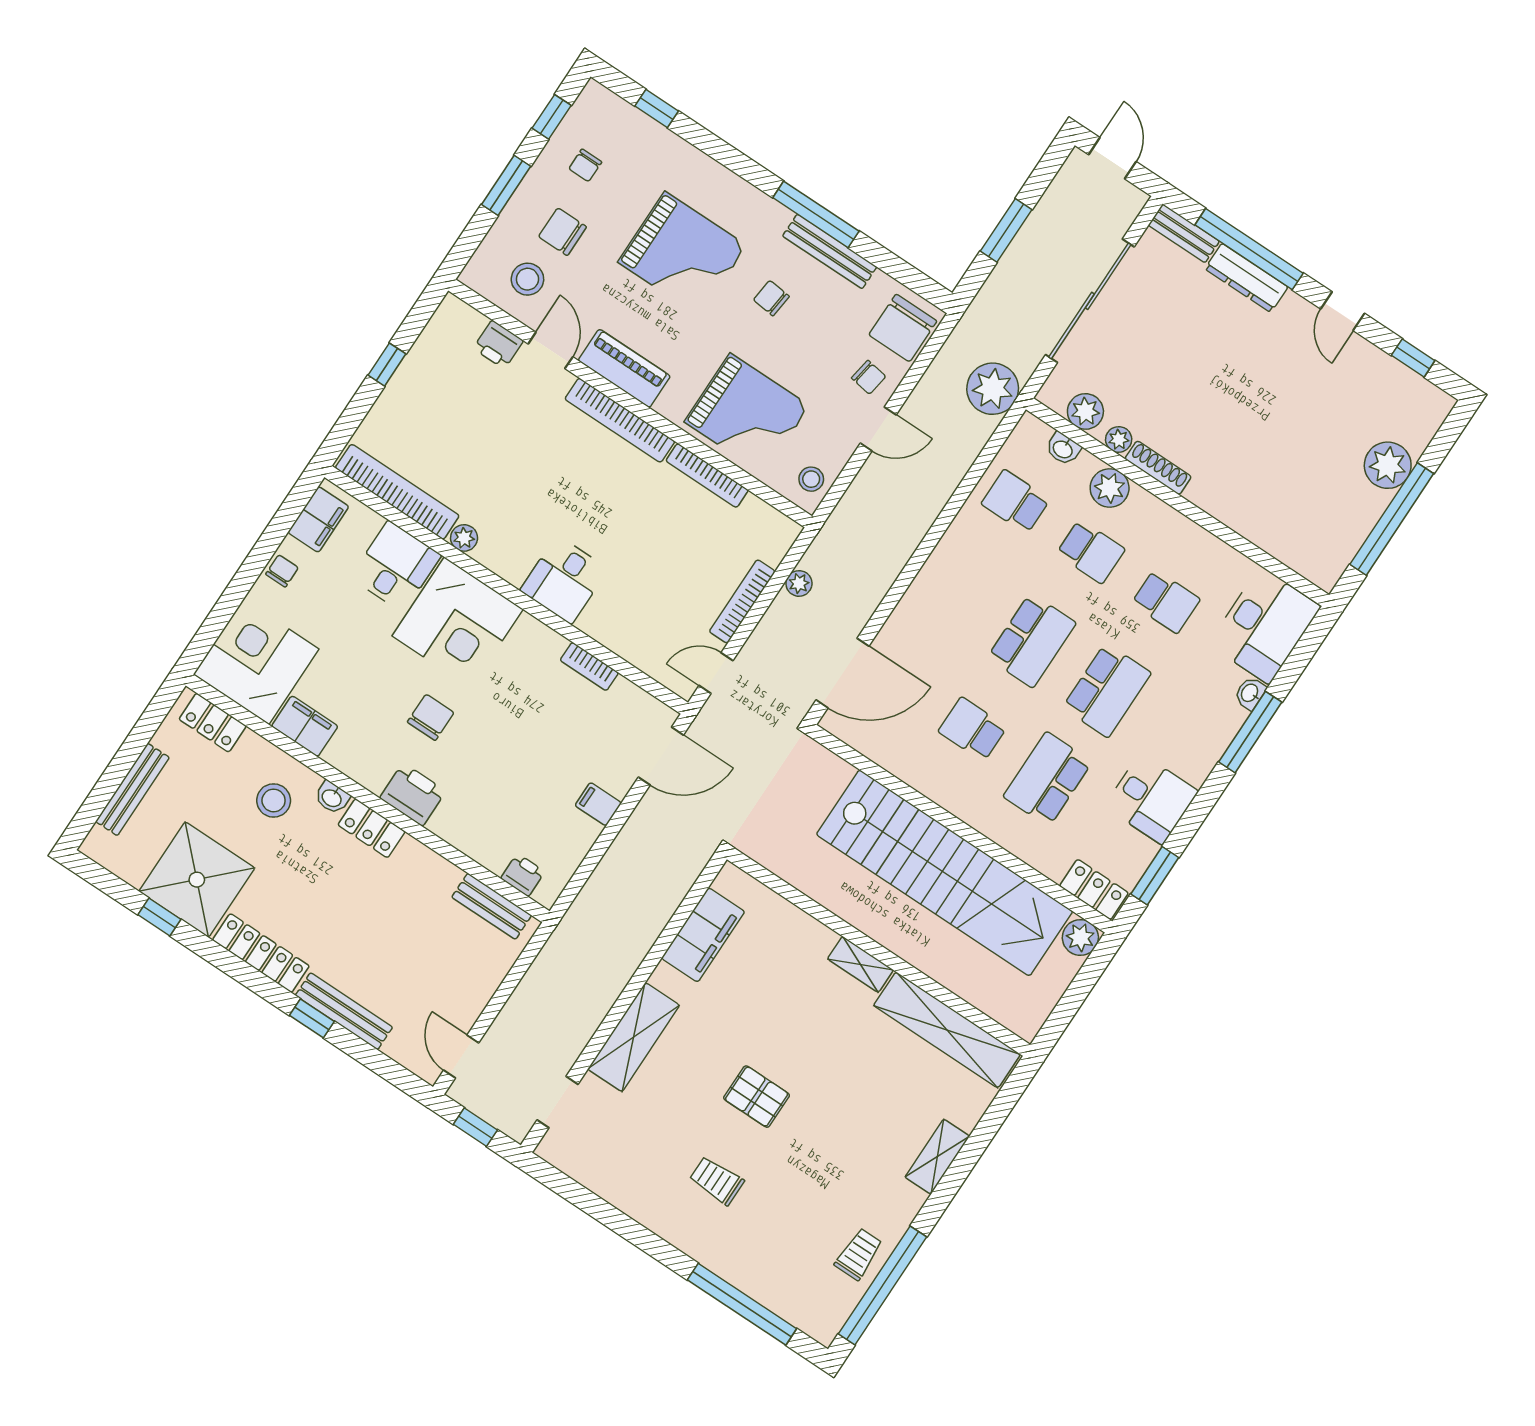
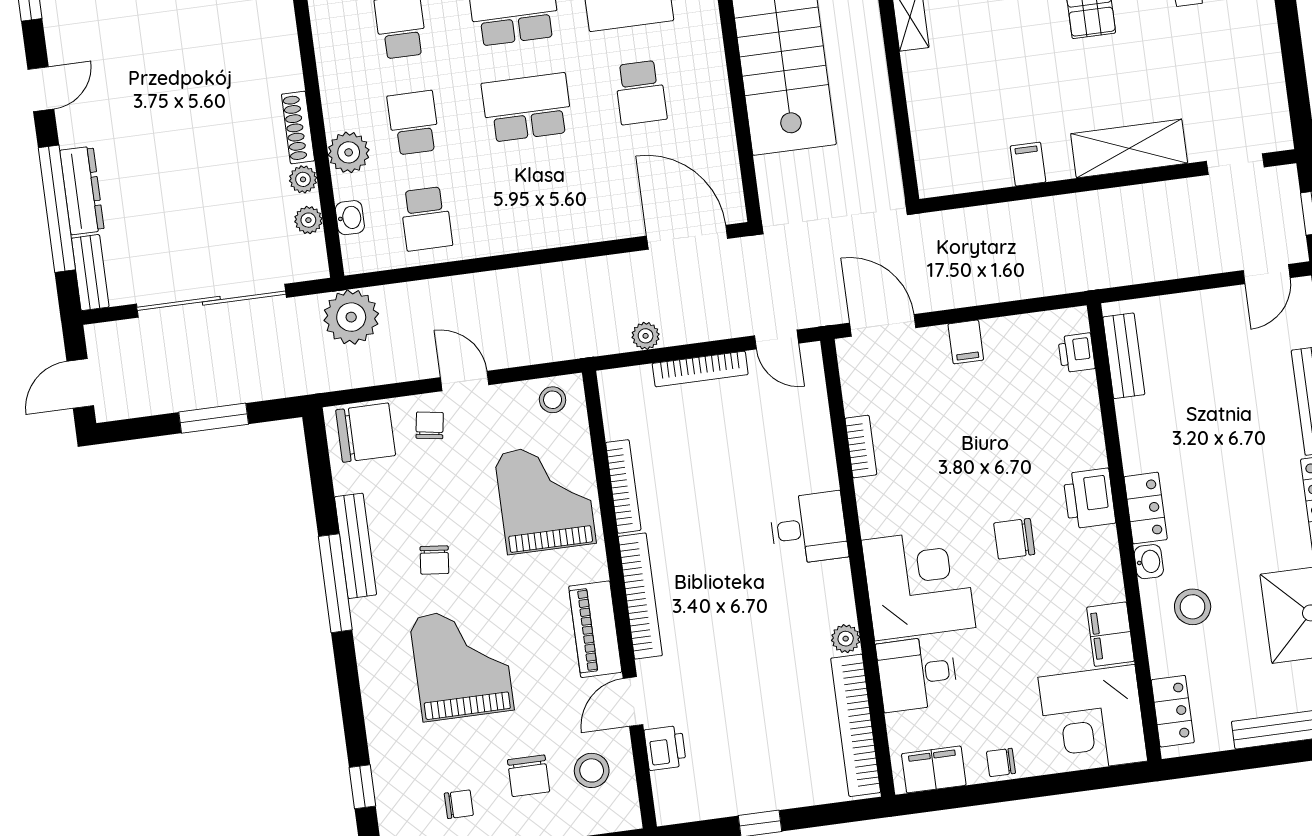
plant: (1085, 411) -> (308, 220), width x0.73, depth x0.73
filing cabinet: (703, 935) -> (1028, 164), width x0.33, depth x0.86

